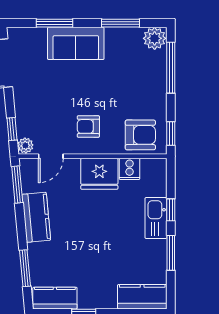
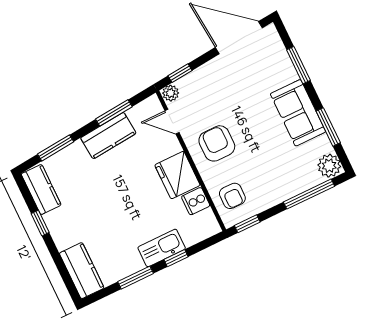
sofa: (76, 43) -> (298, 113), moved
armchair: (88, 126) -> (217, 143), width x1.38, depth x1.38
armchair: (140, 135) -> (232, 196), width x0.72, depth x0.72
window: (17, 185) -> (114, 113), moved

